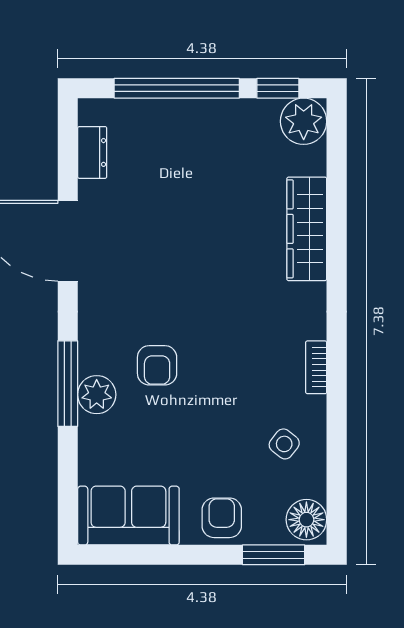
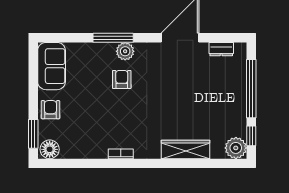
armchair: (157, 365) -> (122, 79), turned 90
plant: (97, 395) -> (125, 51), moved
side table: (284, 444) -> (85, 139), removed
armchair: (222, 518) -> (50, 110), turned -90

